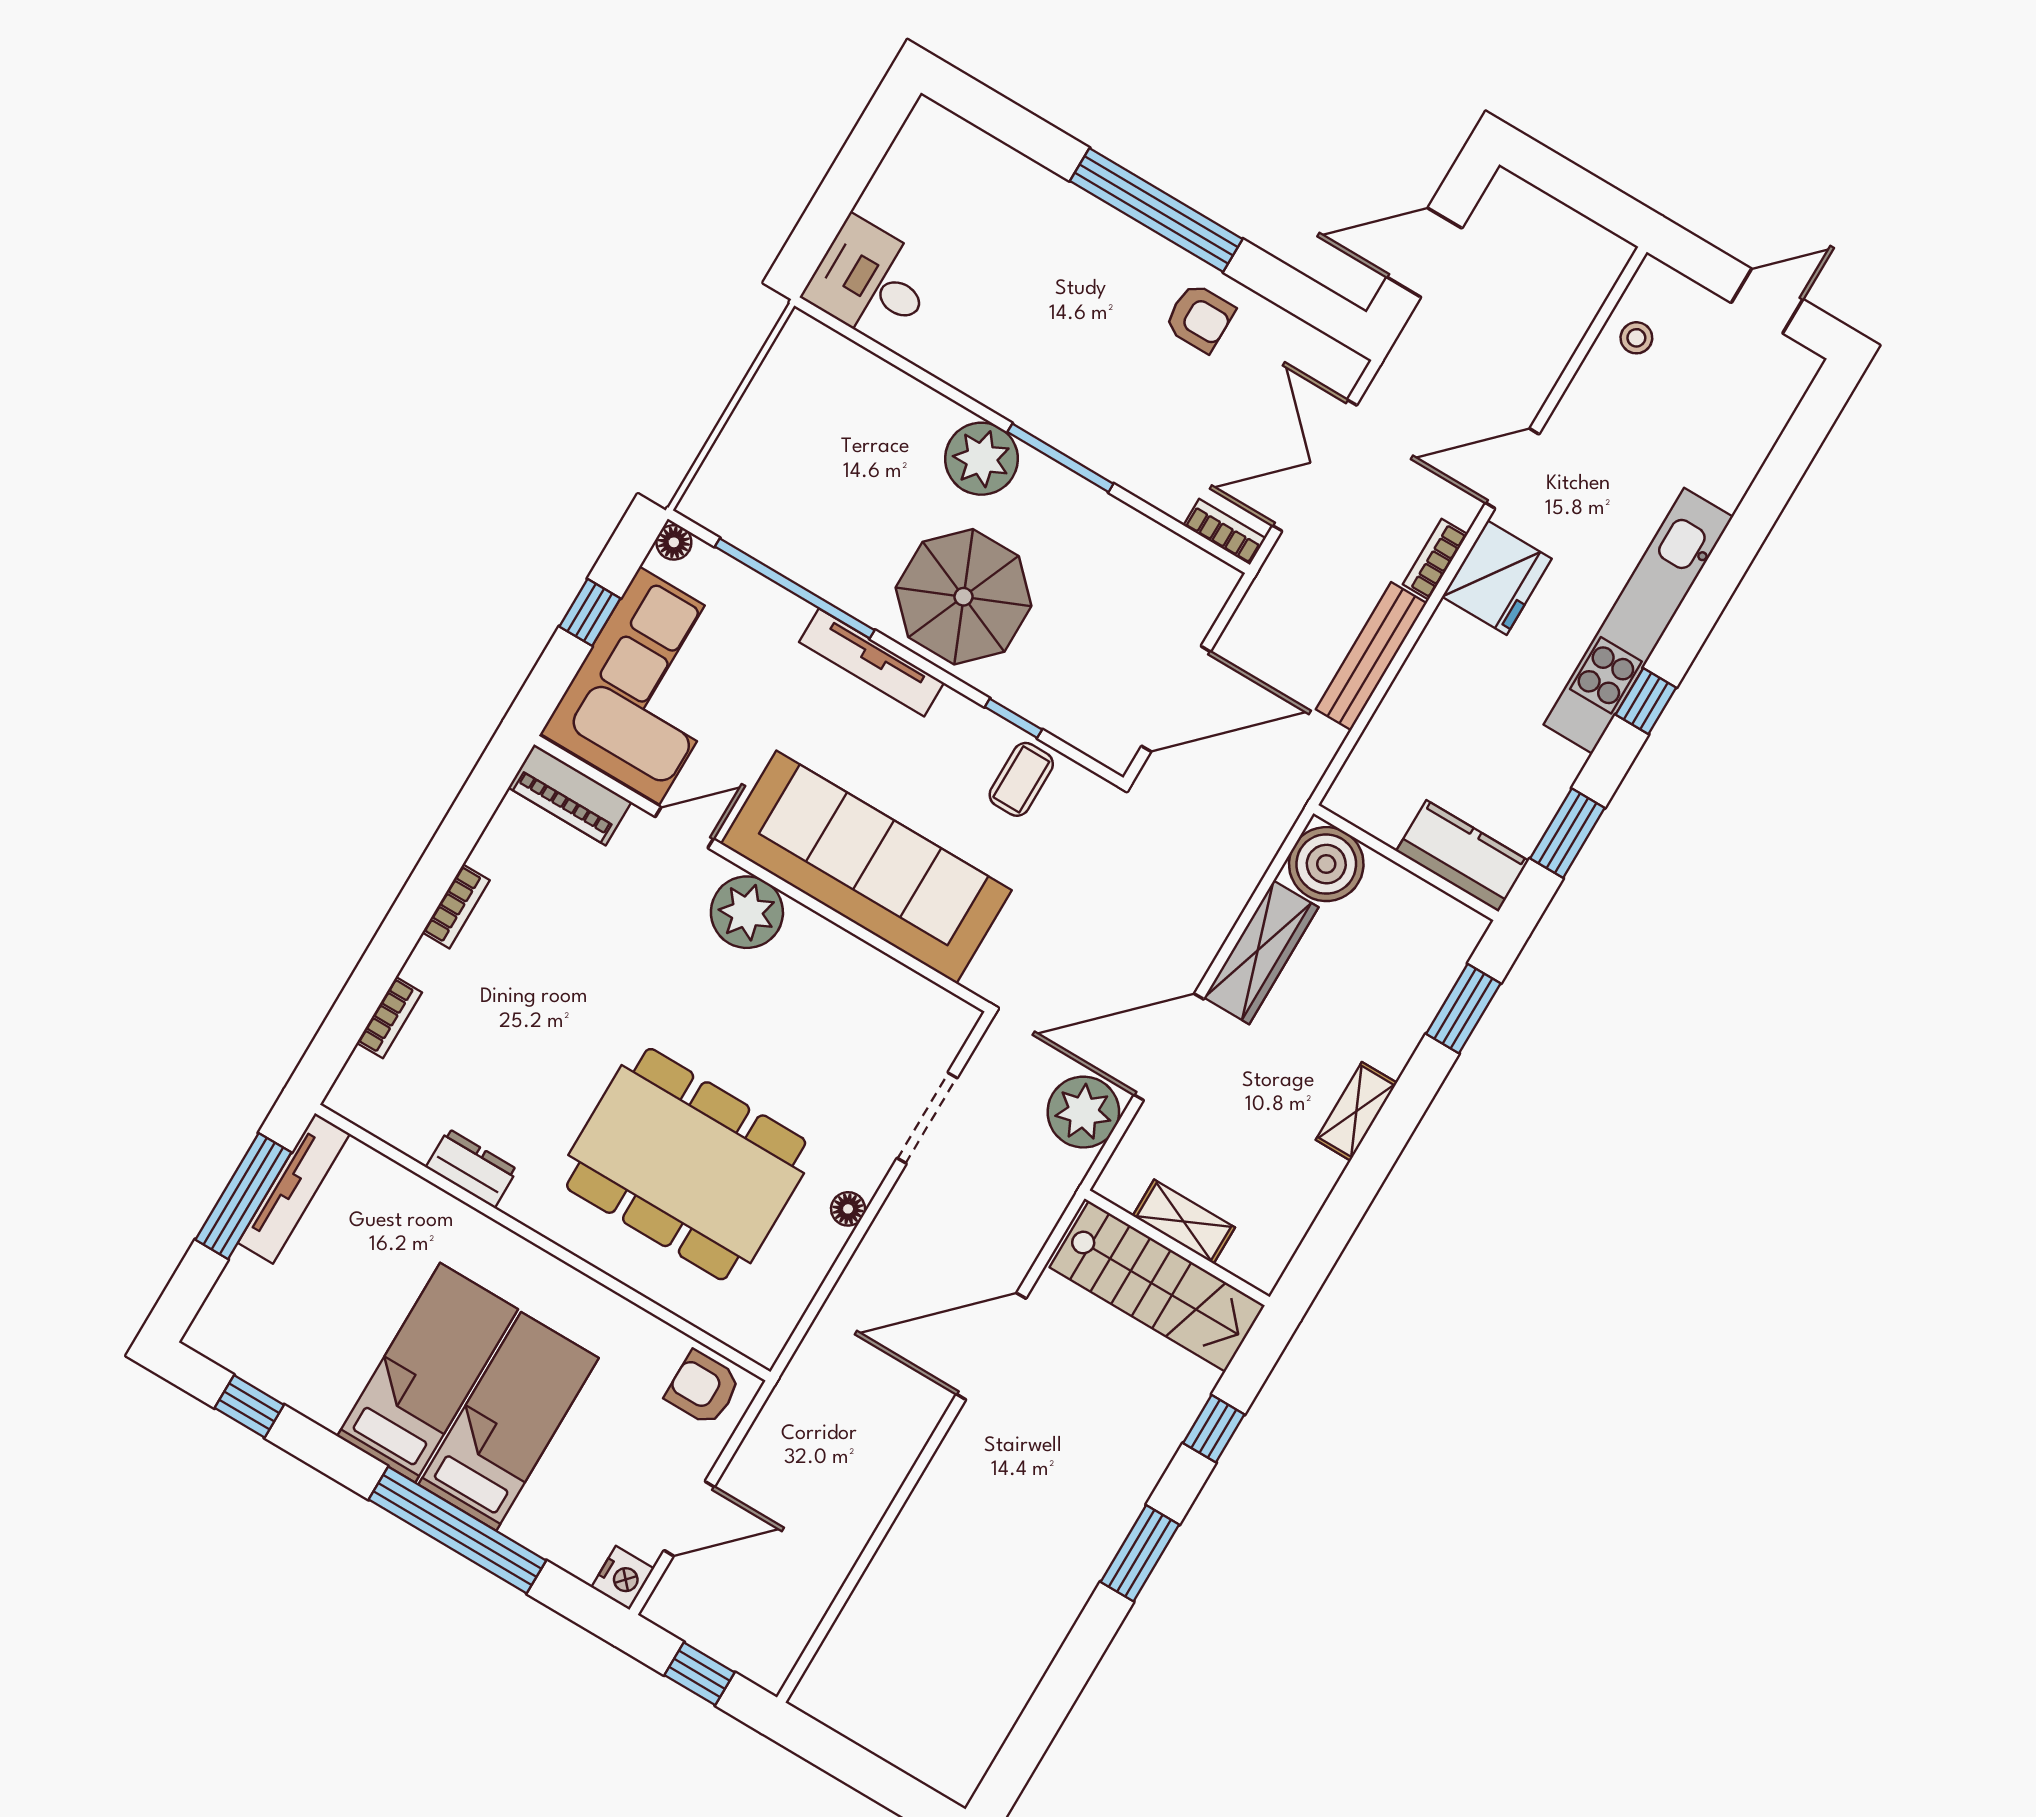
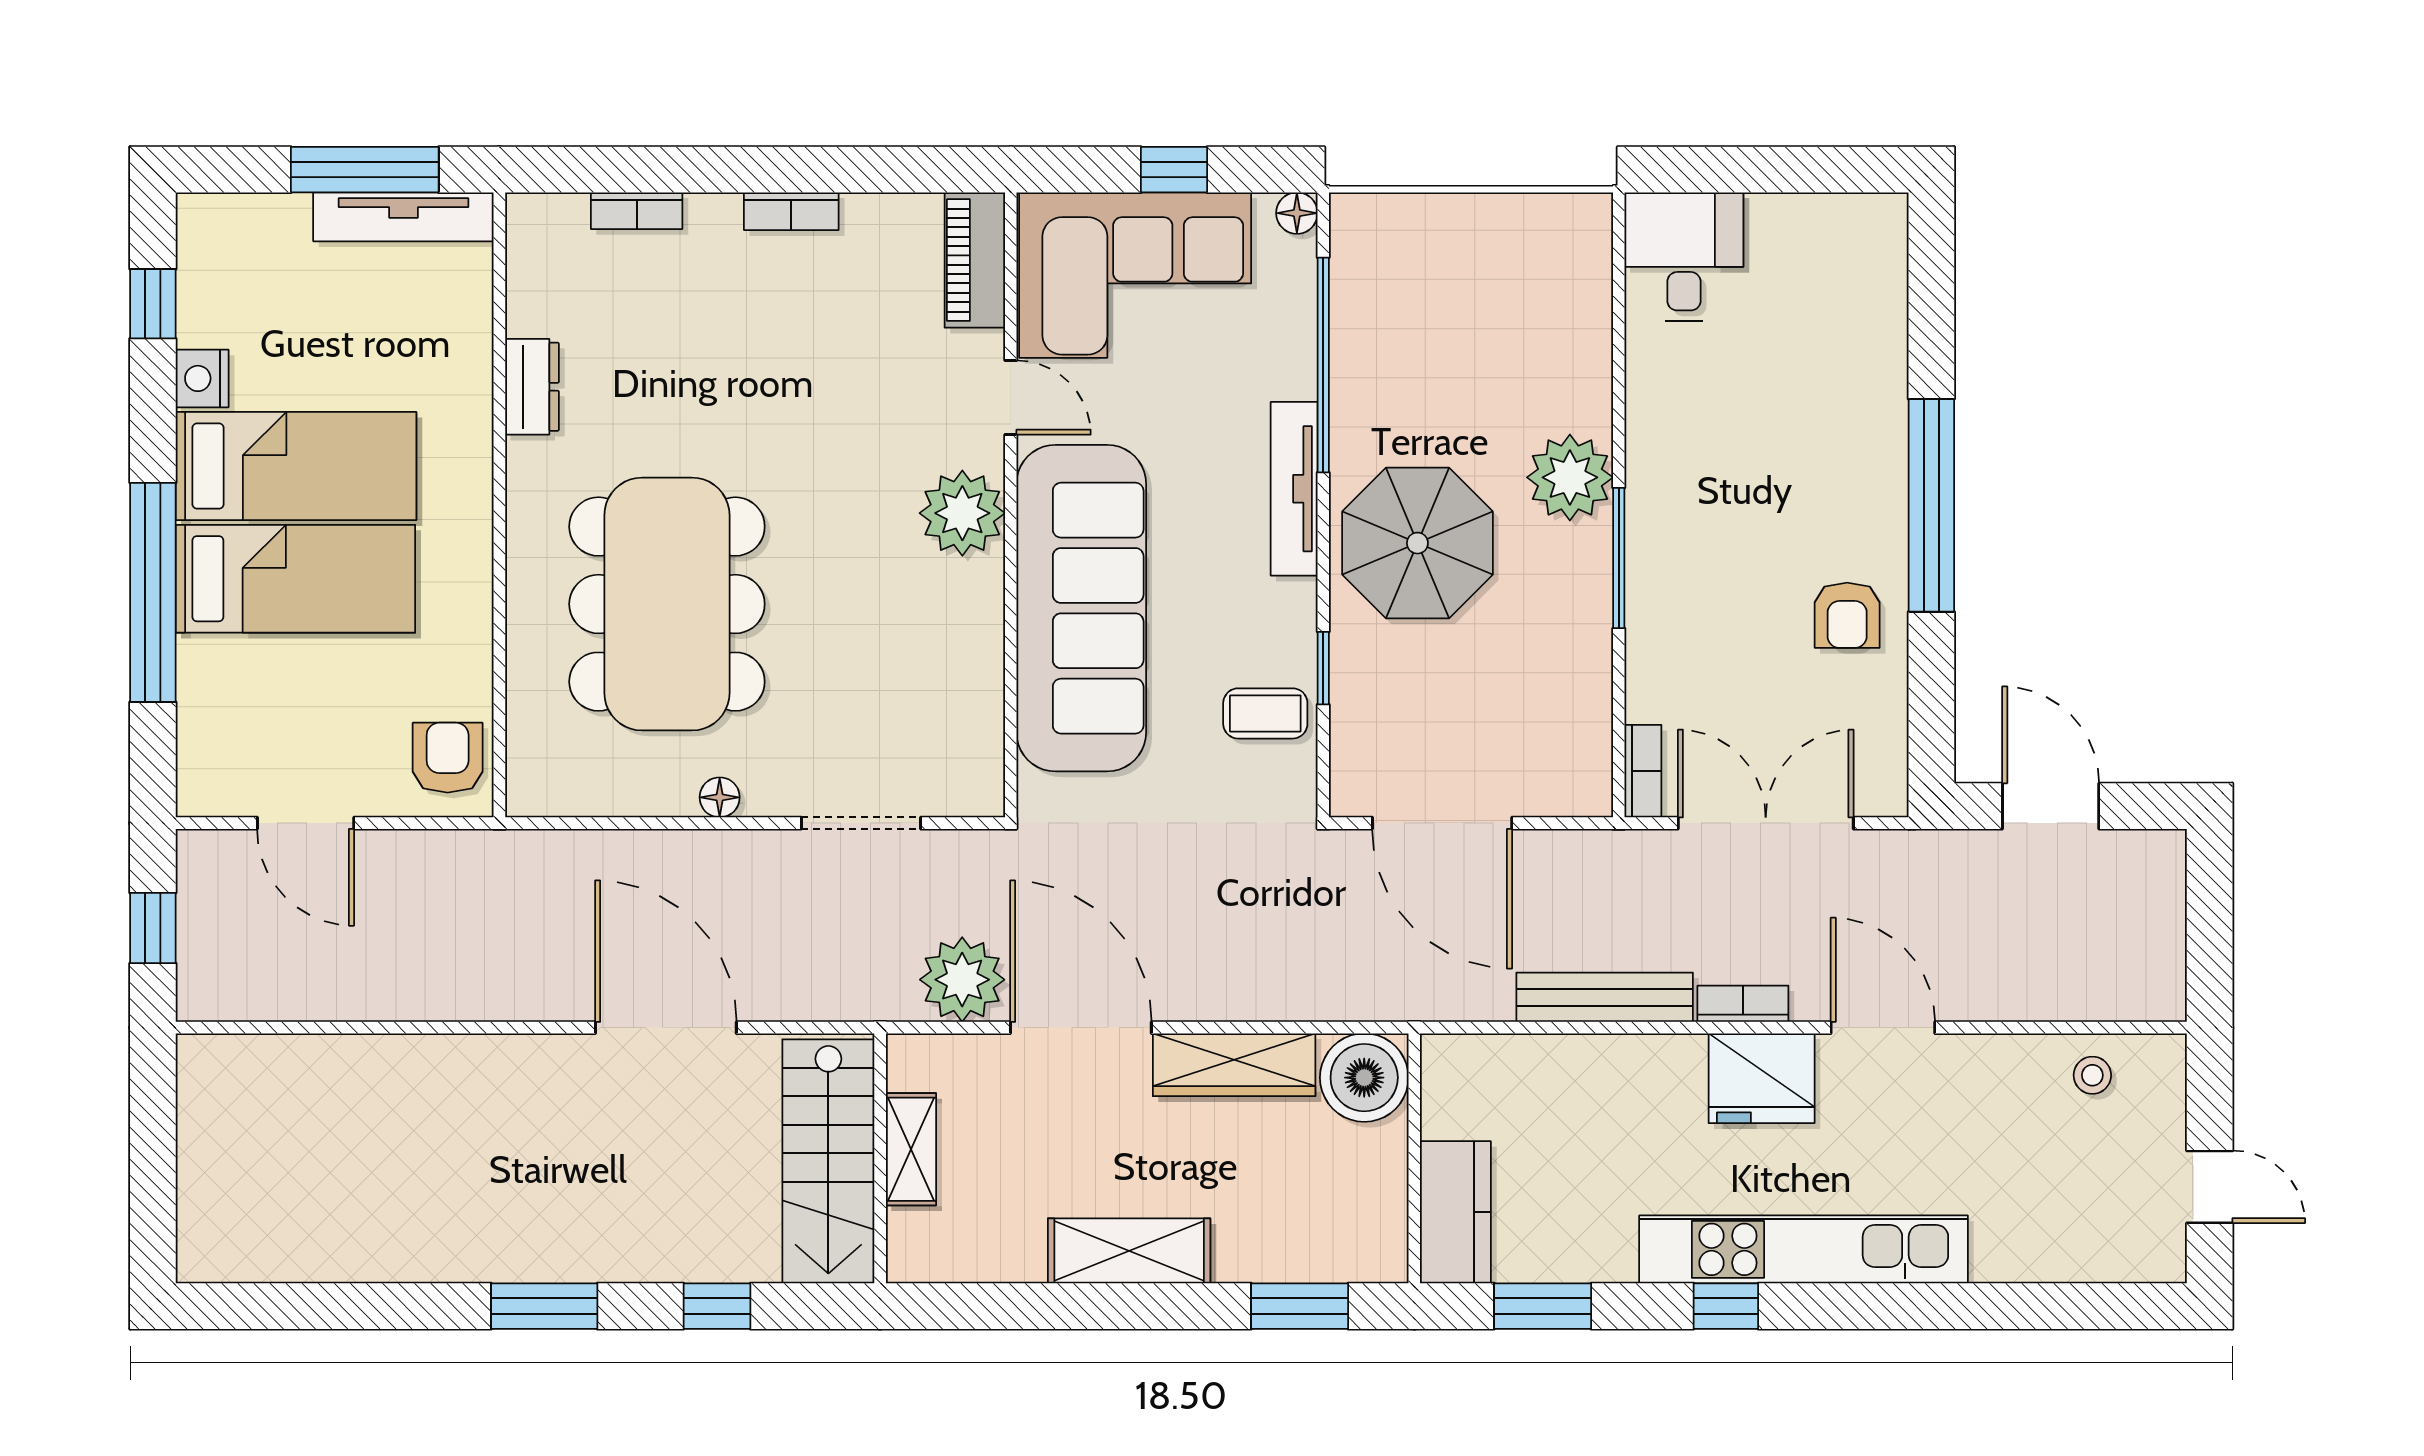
shelving: (1356, 1111) -> (1129, 1251), width x1.50, depth x1.33
nightstand: (623, 1578) -> (202, 378), moved, turned 90

